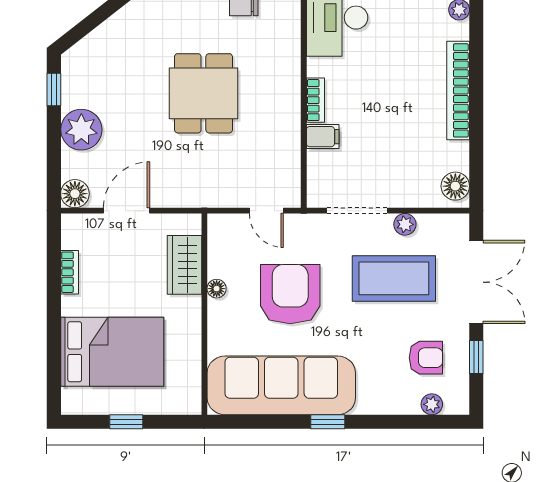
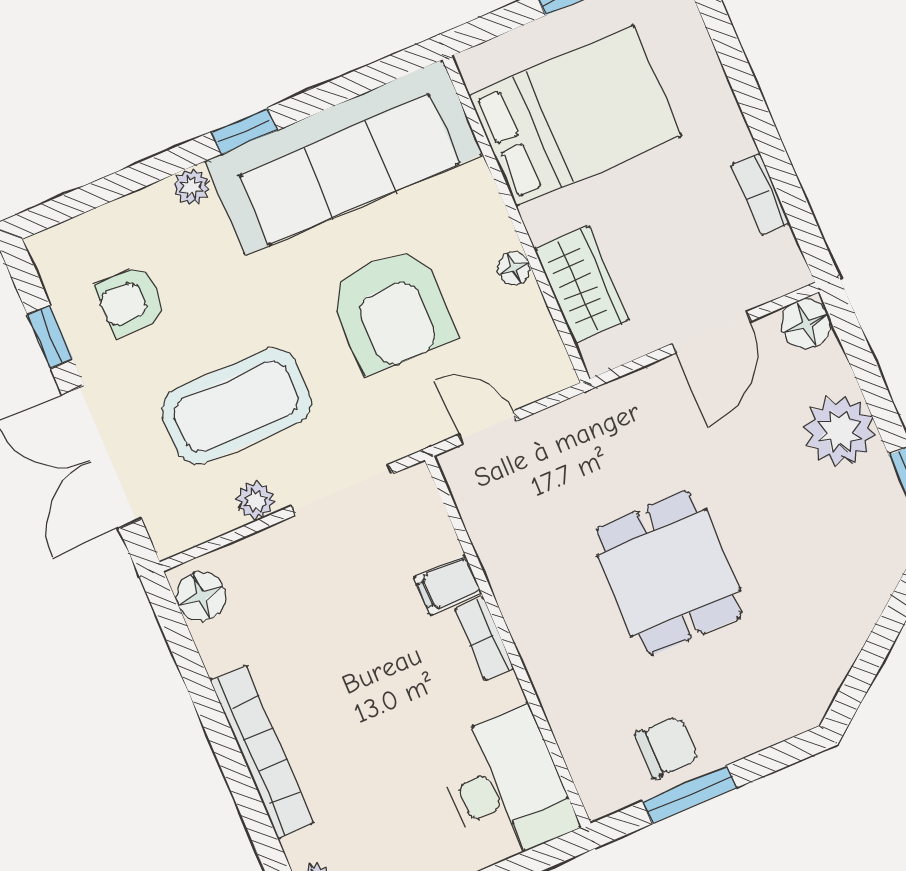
bed: (112, 352) -> (575, 116), moved, turned 180
plant: (432, 404) -> (191, 187), moved

